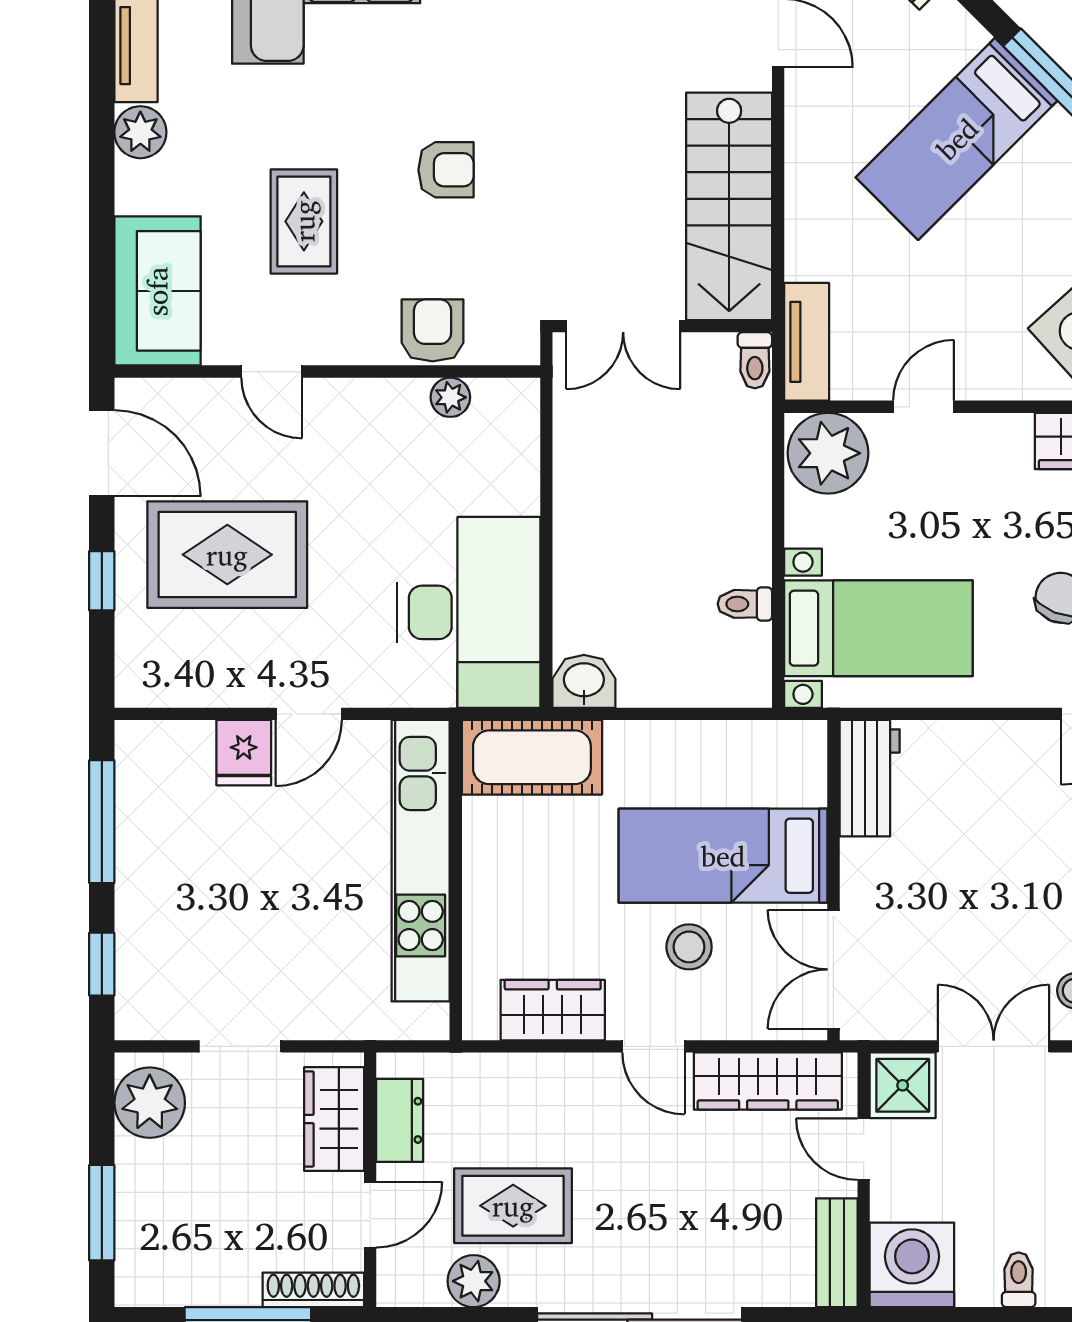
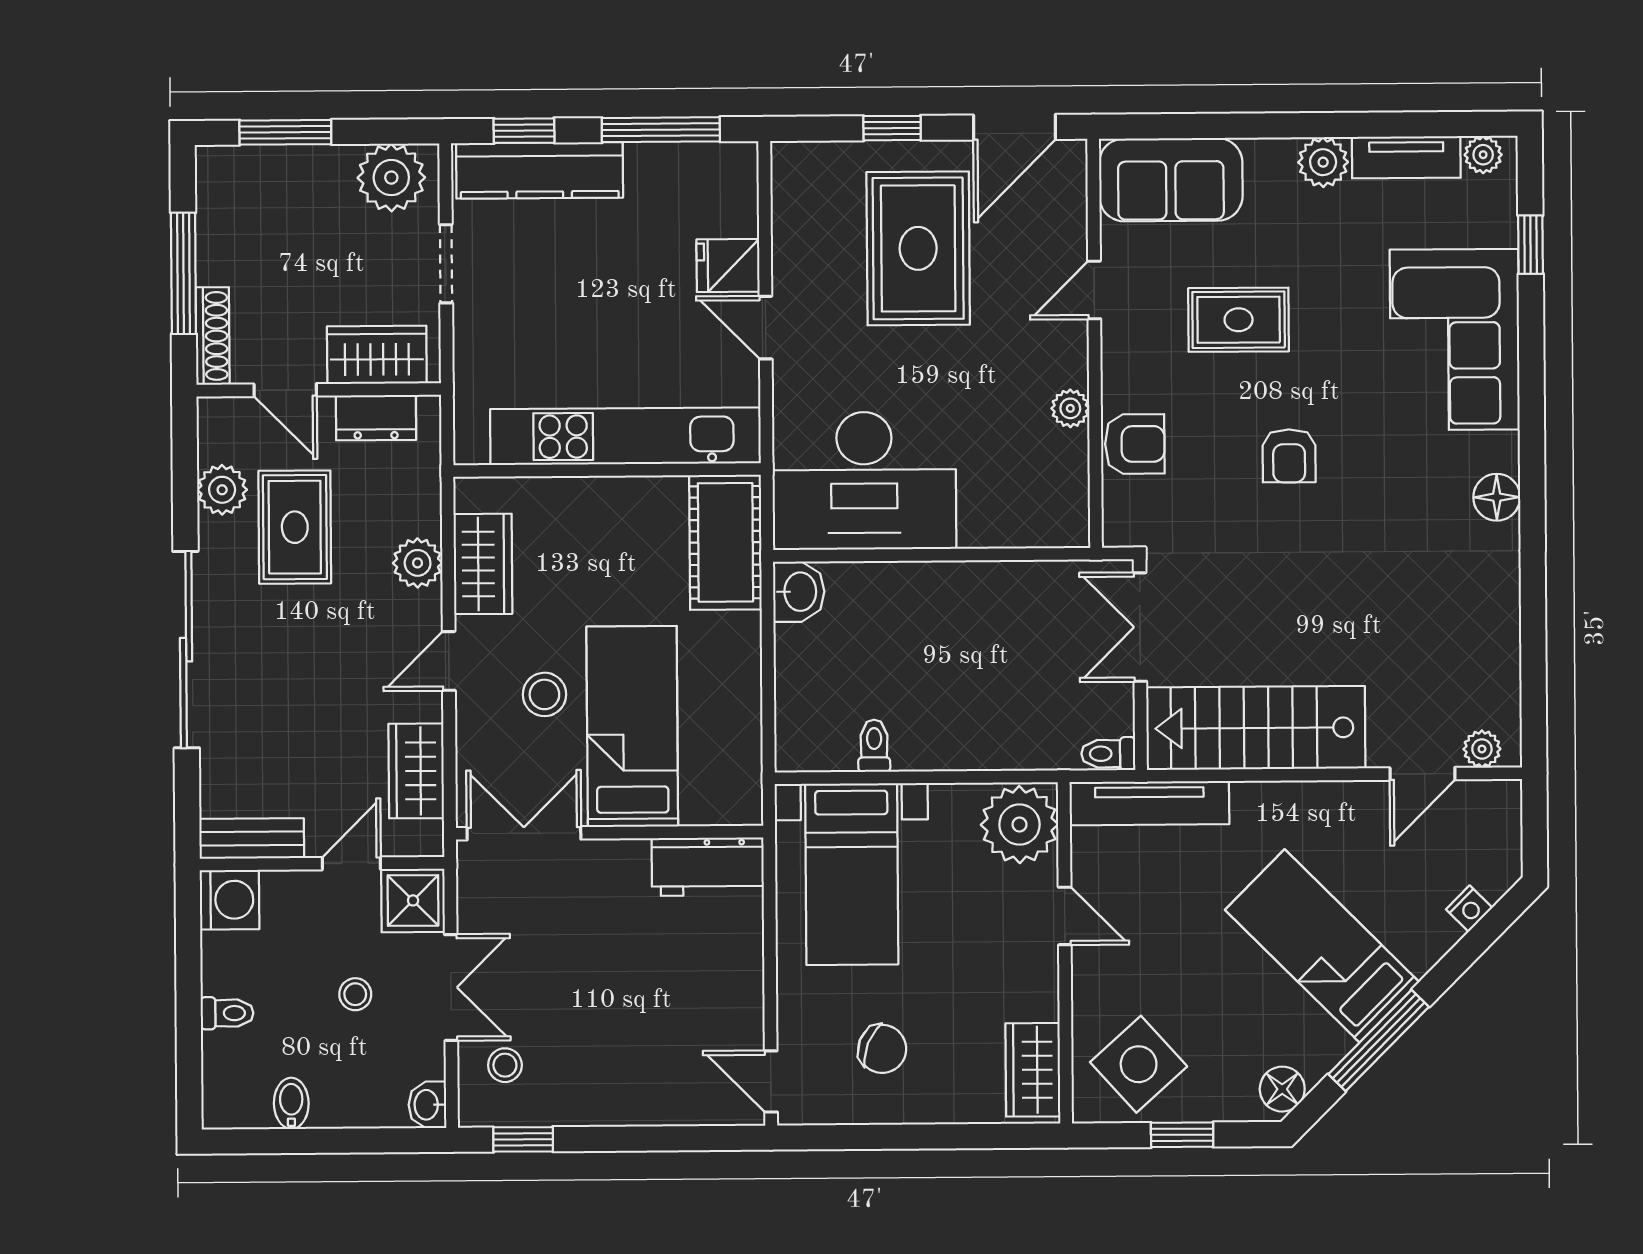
tv unit: (807, 342) -> (1149, 803), width x1.41
plant: (450, 397) -> (1070, 408), moved
kitchen counter: (143, 948) -> (540, 170), added
plant: (551, 1078) -> (418, 563), added
wardrobe: (768, 1081) -> (416, 771), width x0.67
stool: (1000, 1146) -> (355, 994), added
washing machine: (912, 1265) -> (230, 900), width x0.73, depth x0.73

